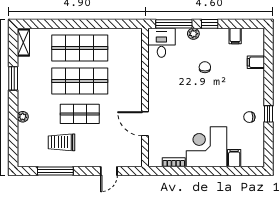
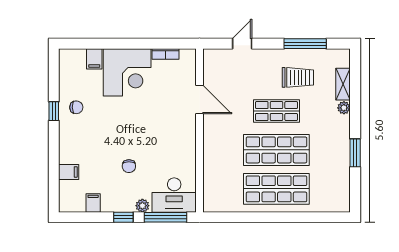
shelving: (23, 42) -> (343, 84), moved
desk: (161, 43) -> (174, 195), width x1.37

